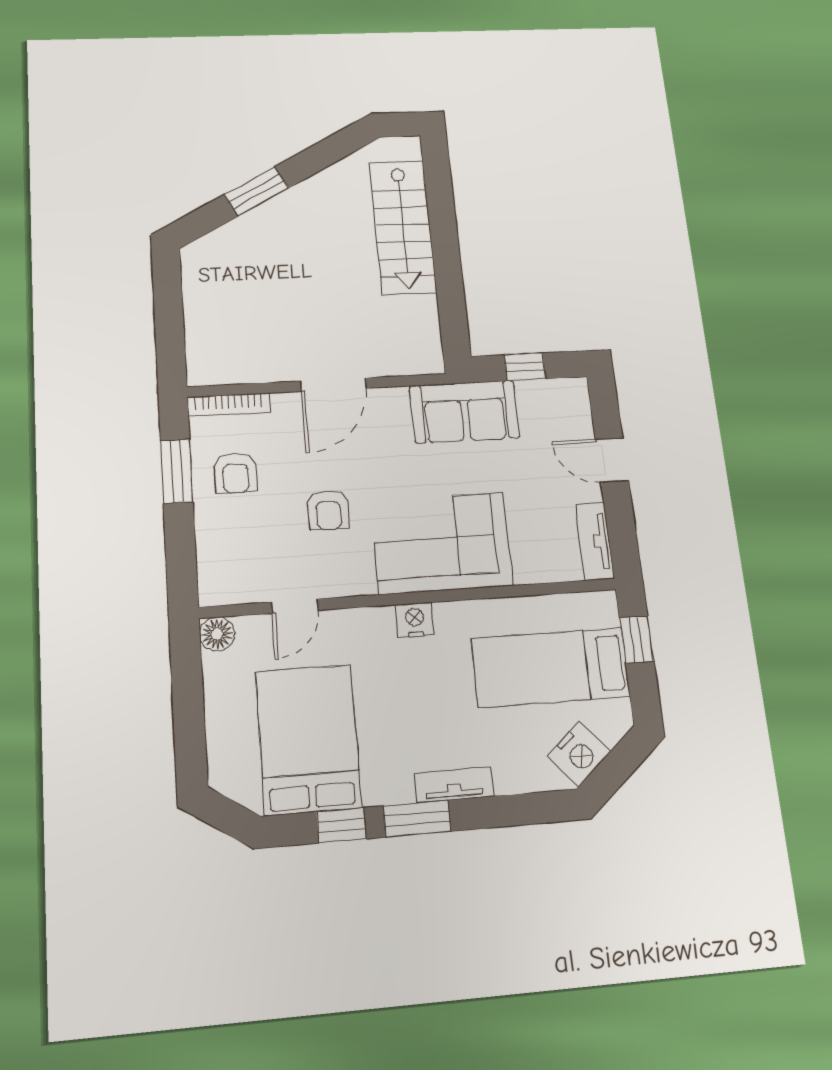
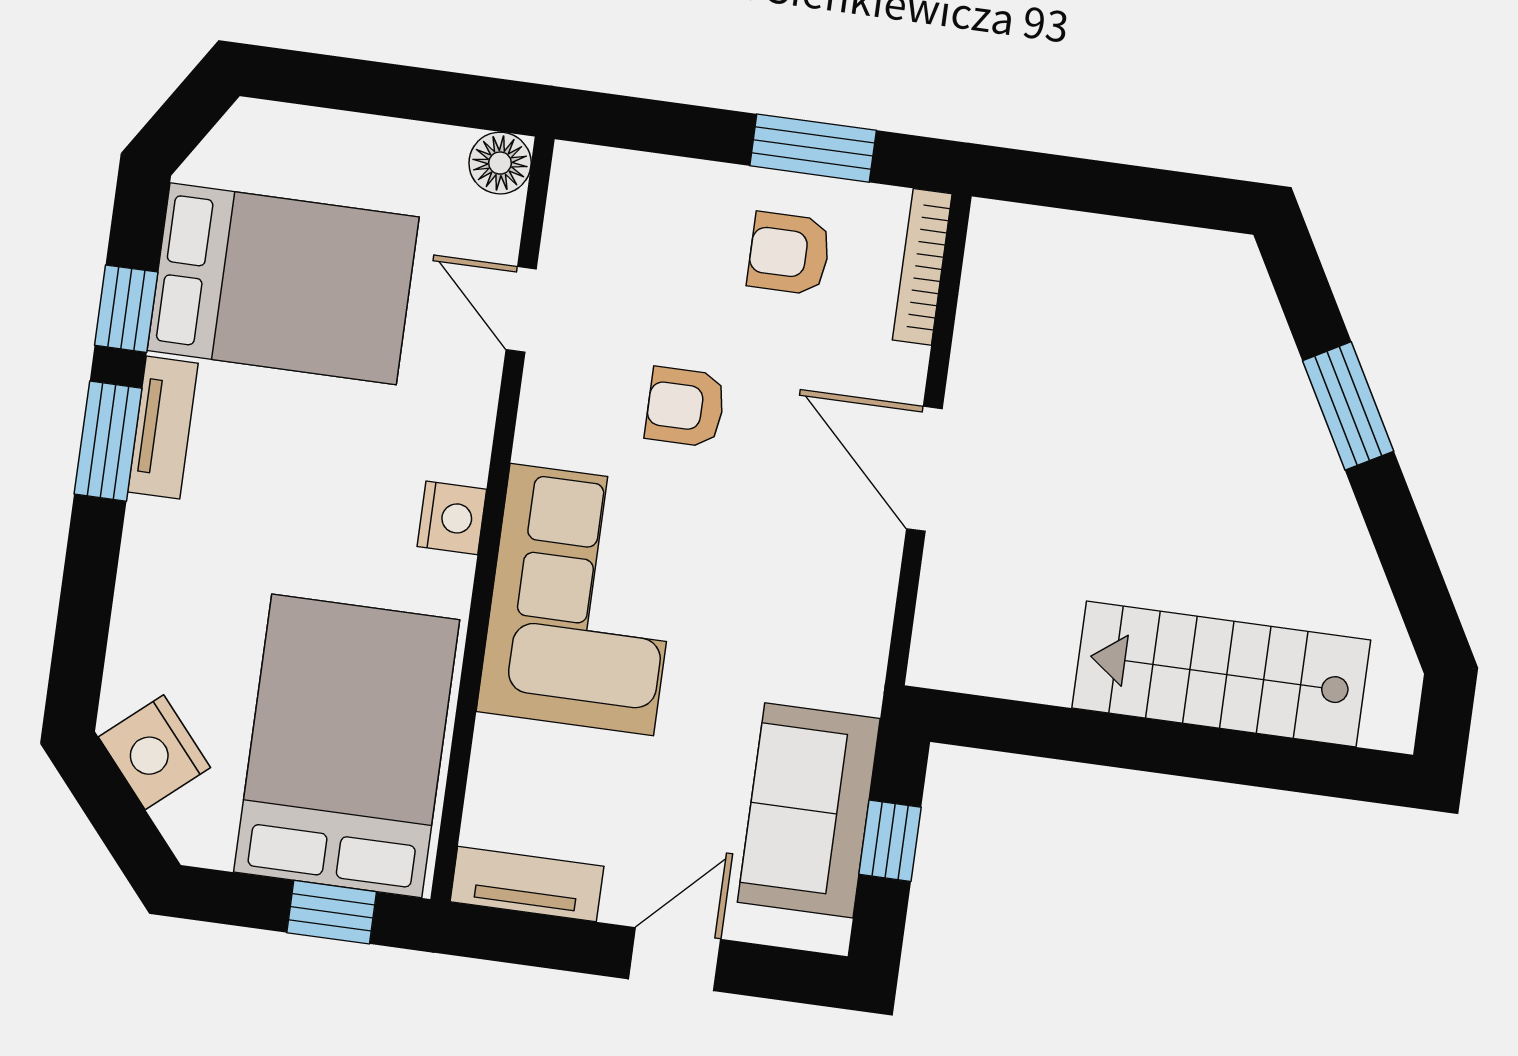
sofa: (465, 412) -> (809, 810), moved
bed: (551, 667) -> (347, 746), width x1.50
tv unit: (454, 785) -> (163, 428), moved

